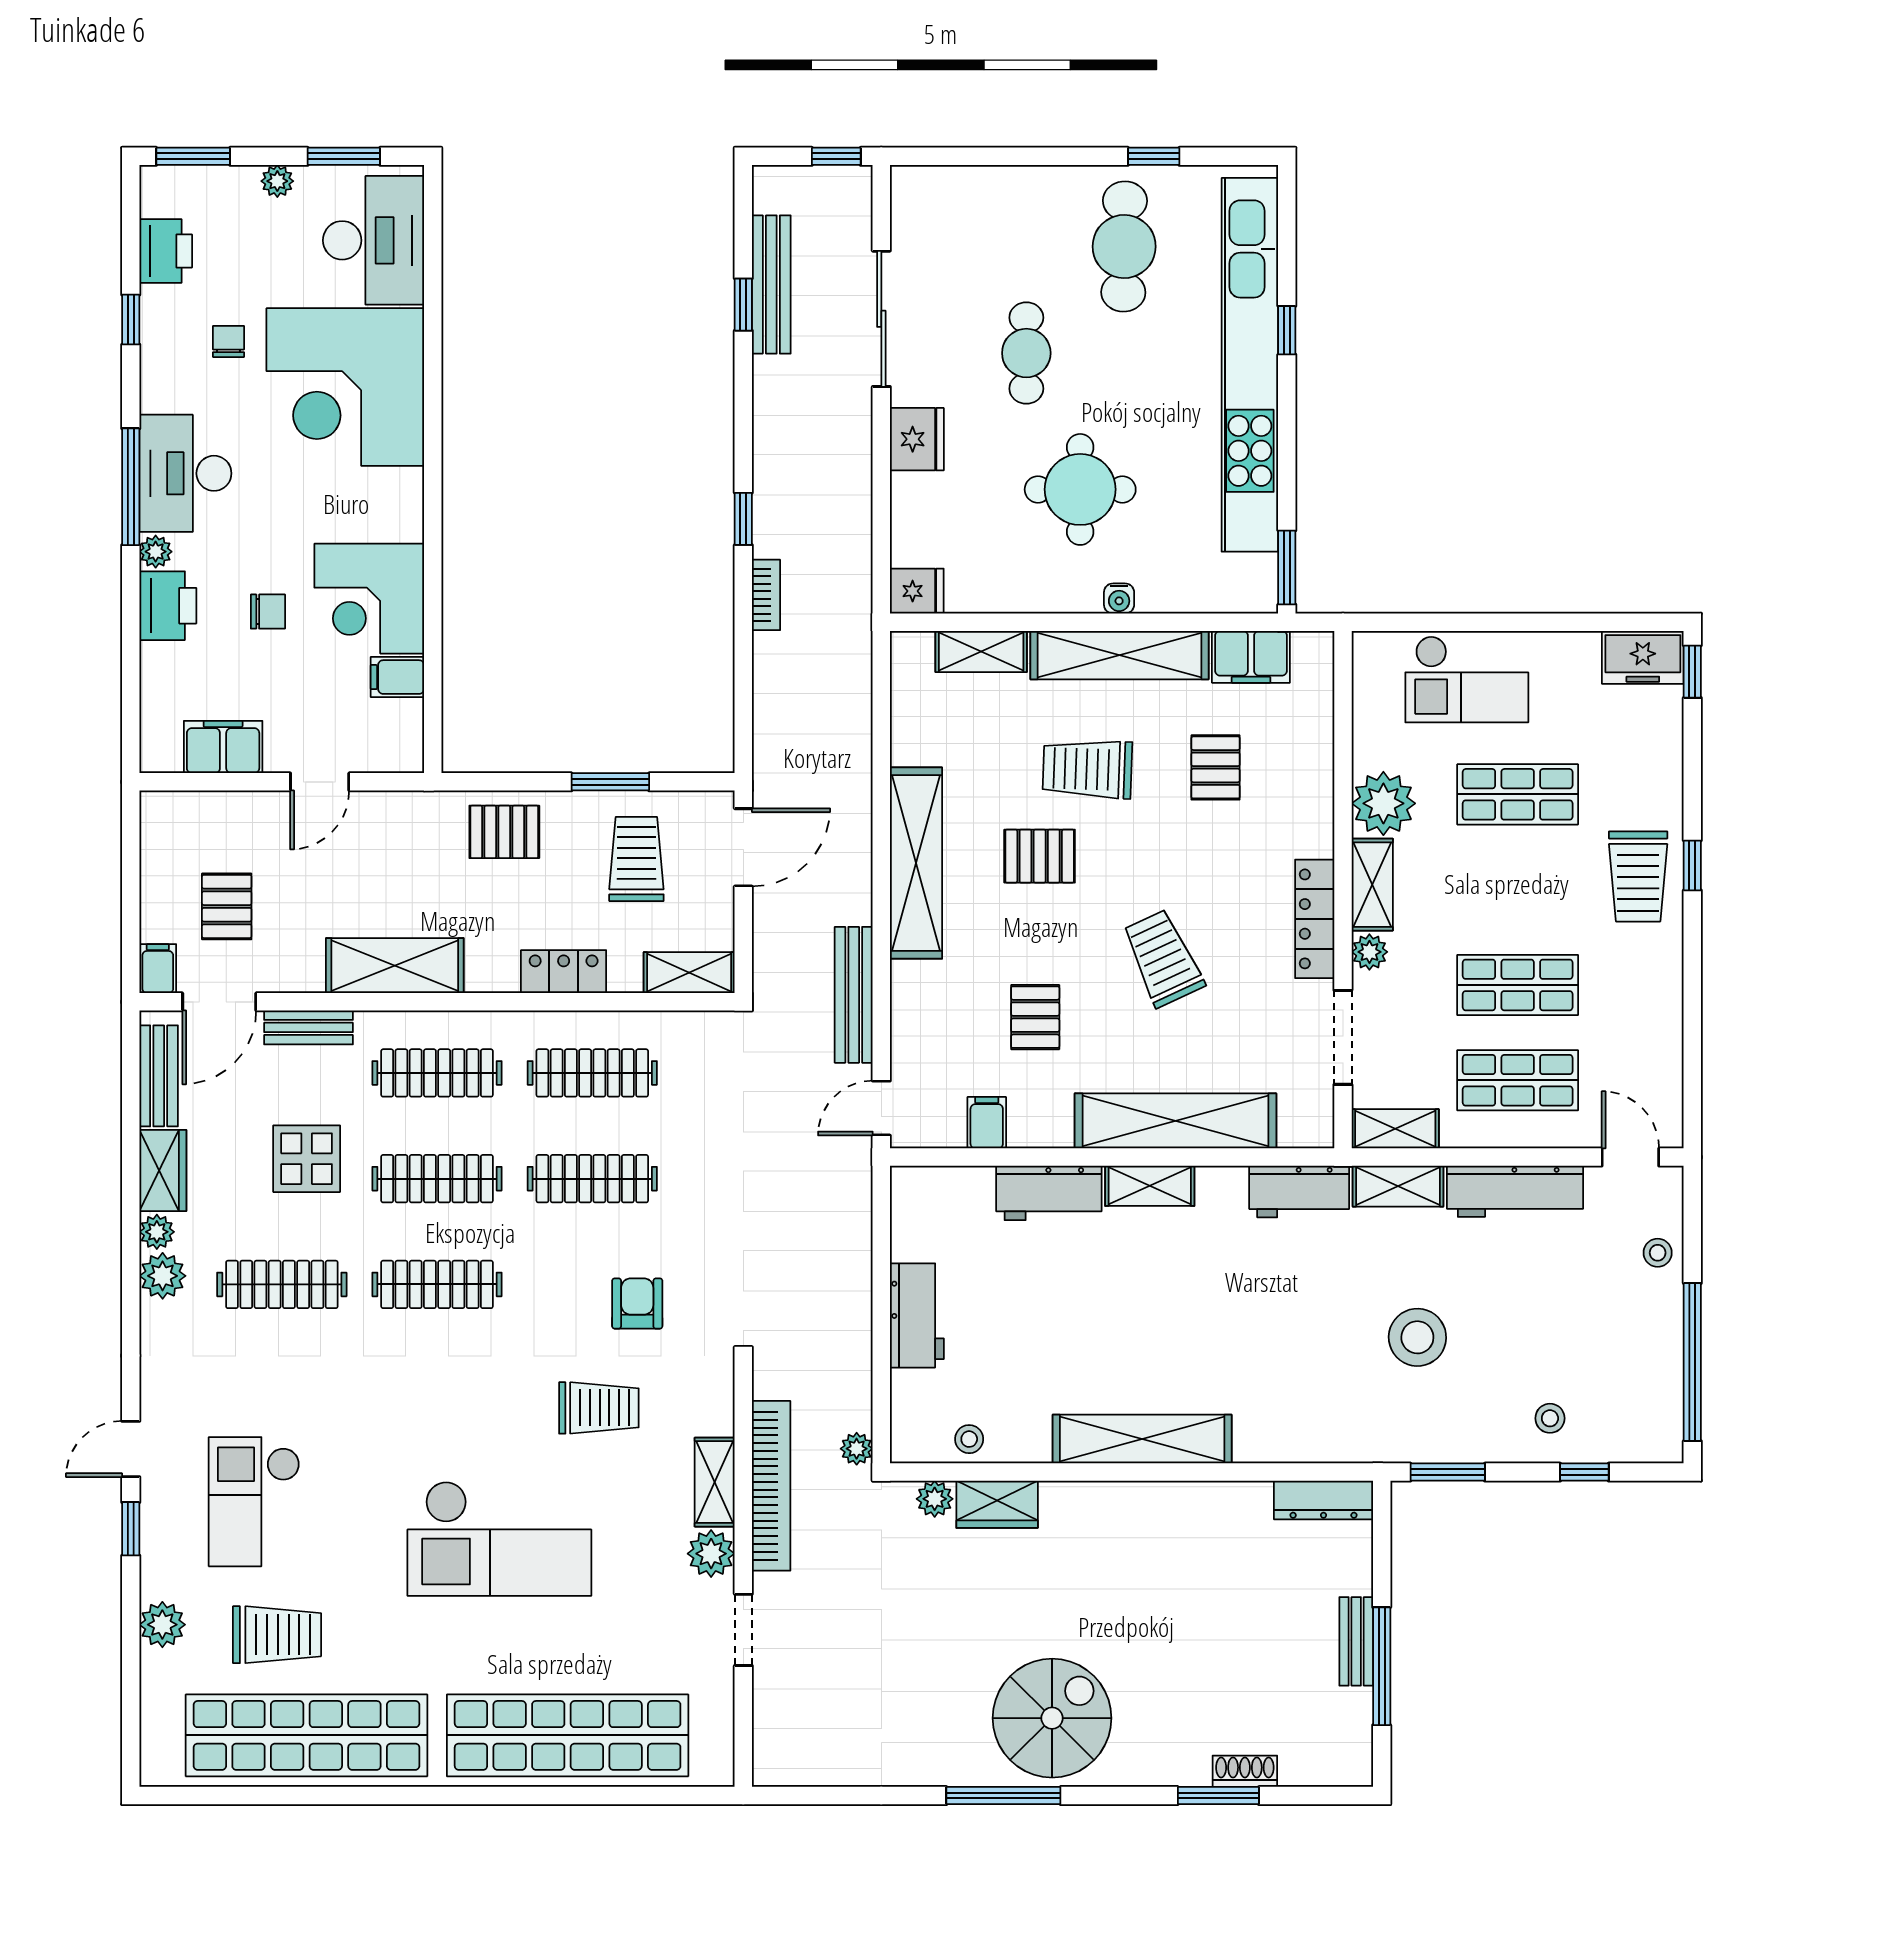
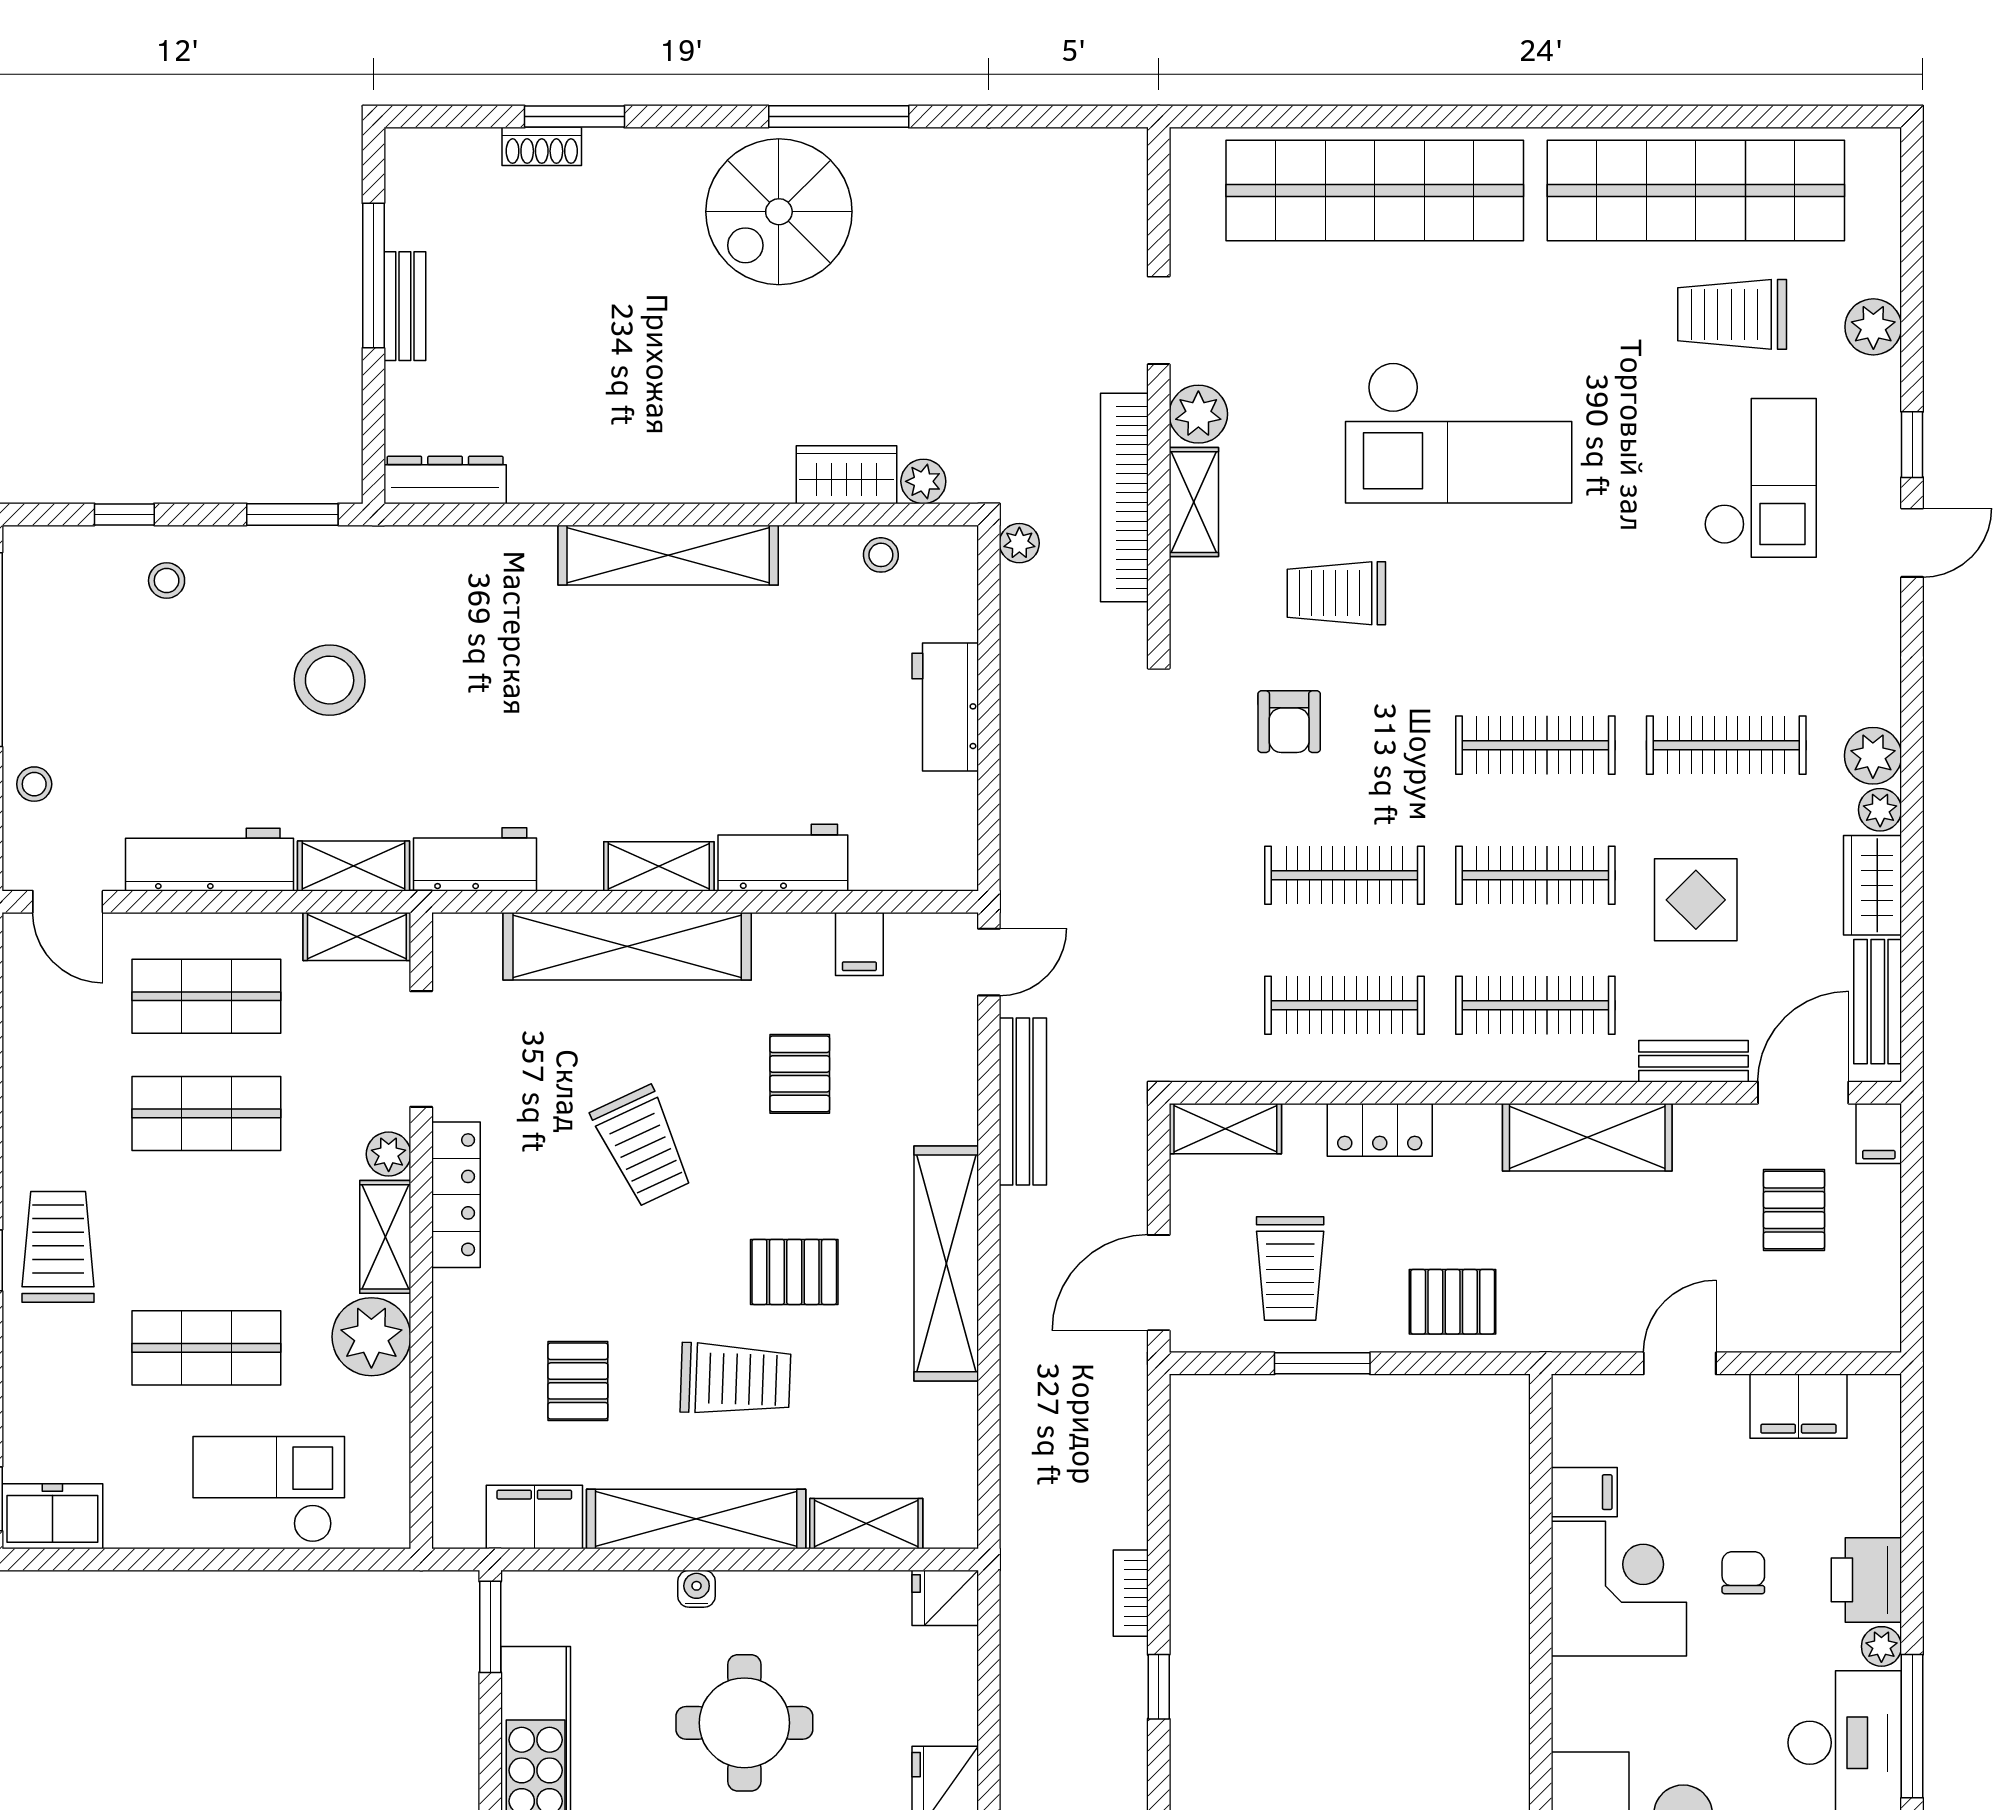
chair: (268, 612) -> (1743, 1573), turned 90
checkout: (499, 1539) -> (1459, 433), turned 180

